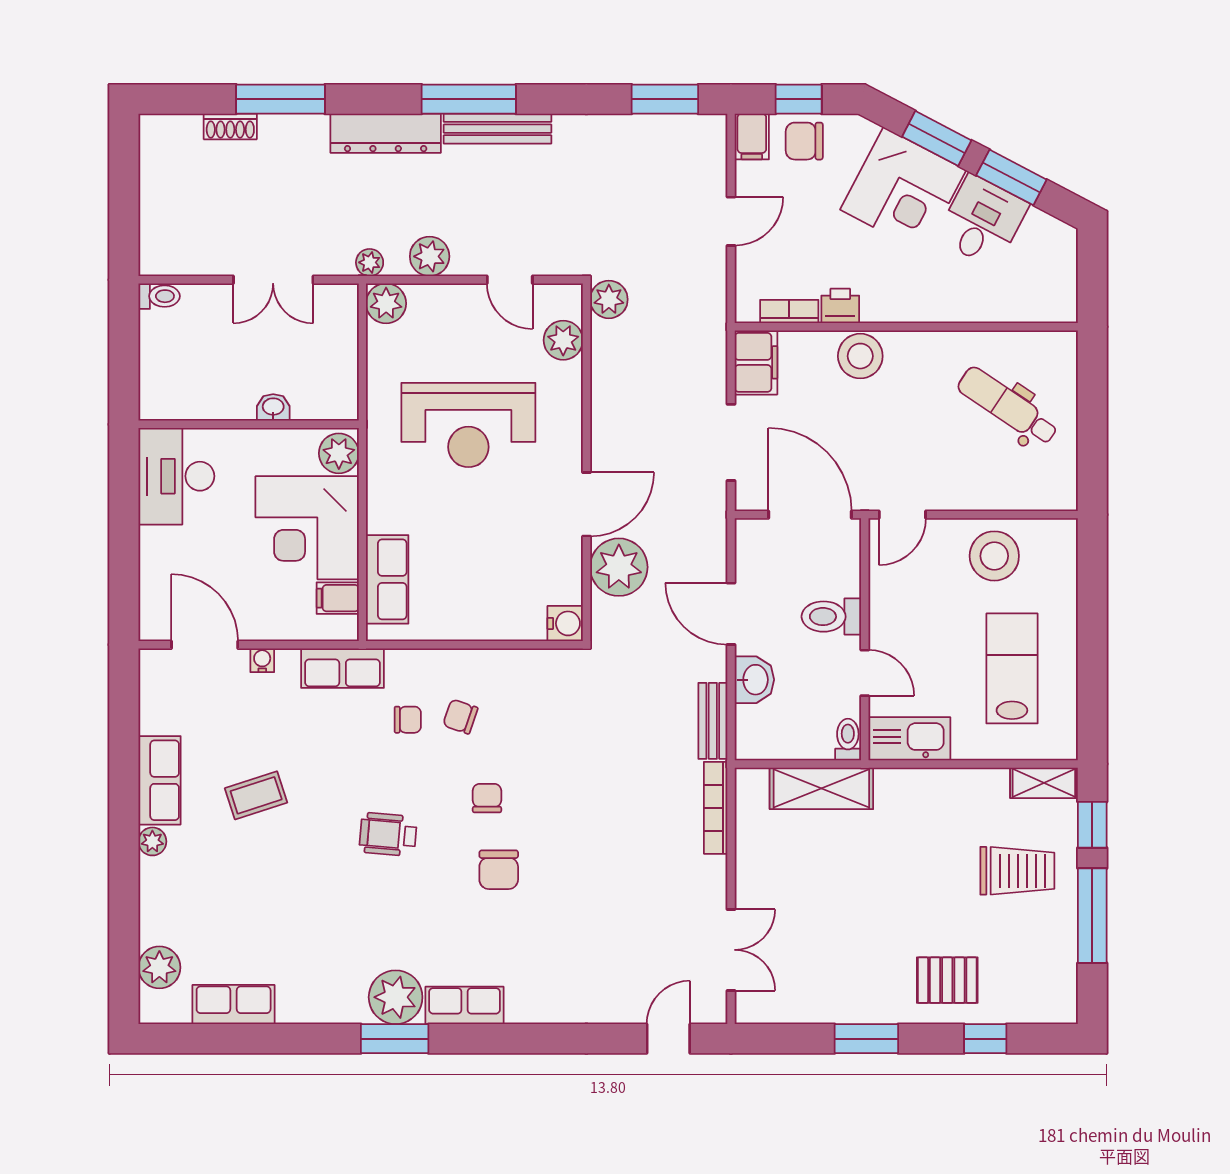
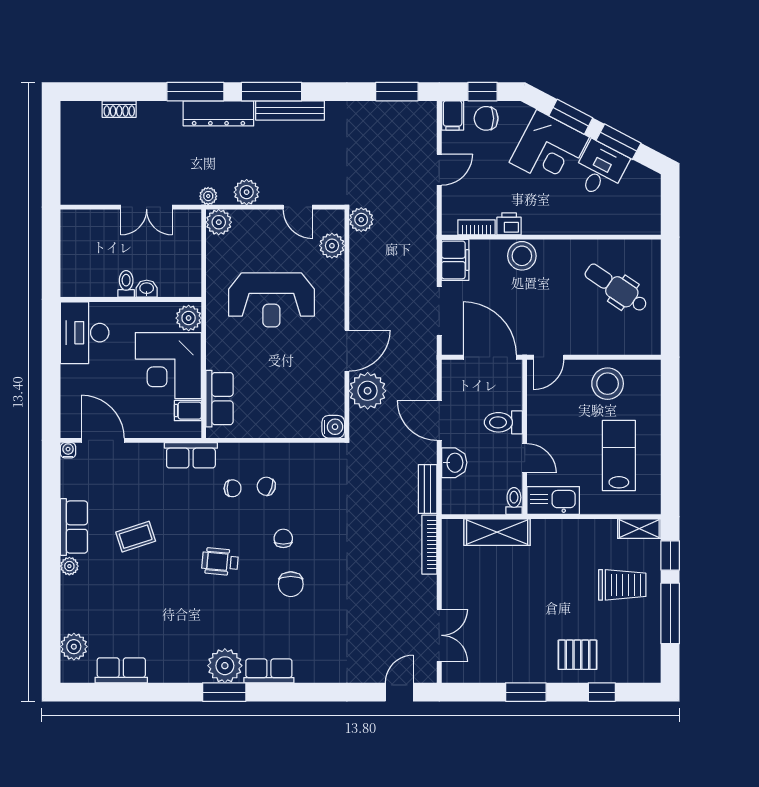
window: (280, 99) -> (195, 92), moved
toilet: (159, 296) -> (126, 284), moved, turned -90
water cooler: (262, 660) -> (68, 450), moved

